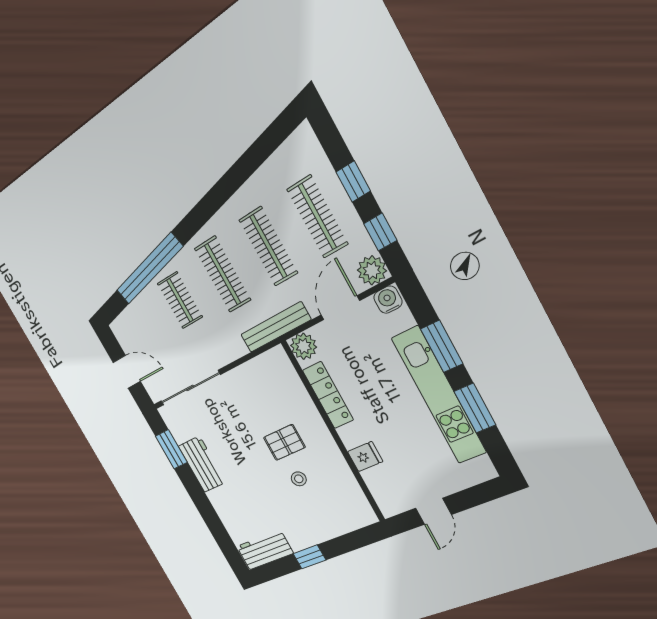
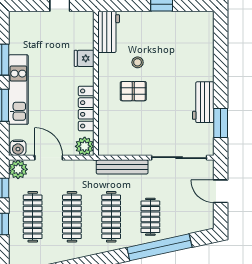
door: (340, 308) -> (49, 158), swing flipped
bench: (276, 327) -> (122, 167), moved
kitchen unit: (439, 395) -> (18, 90), width x0.73
workbench: (265, 550) -> (109, 32), moved, turned -90

